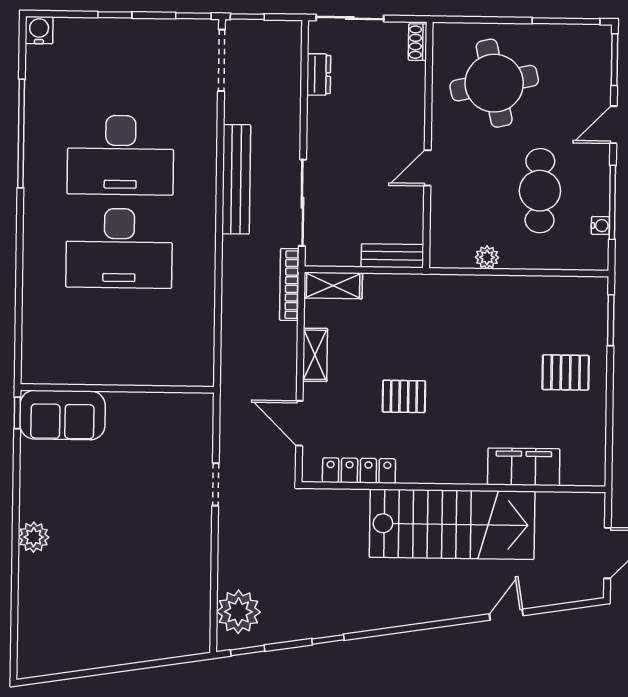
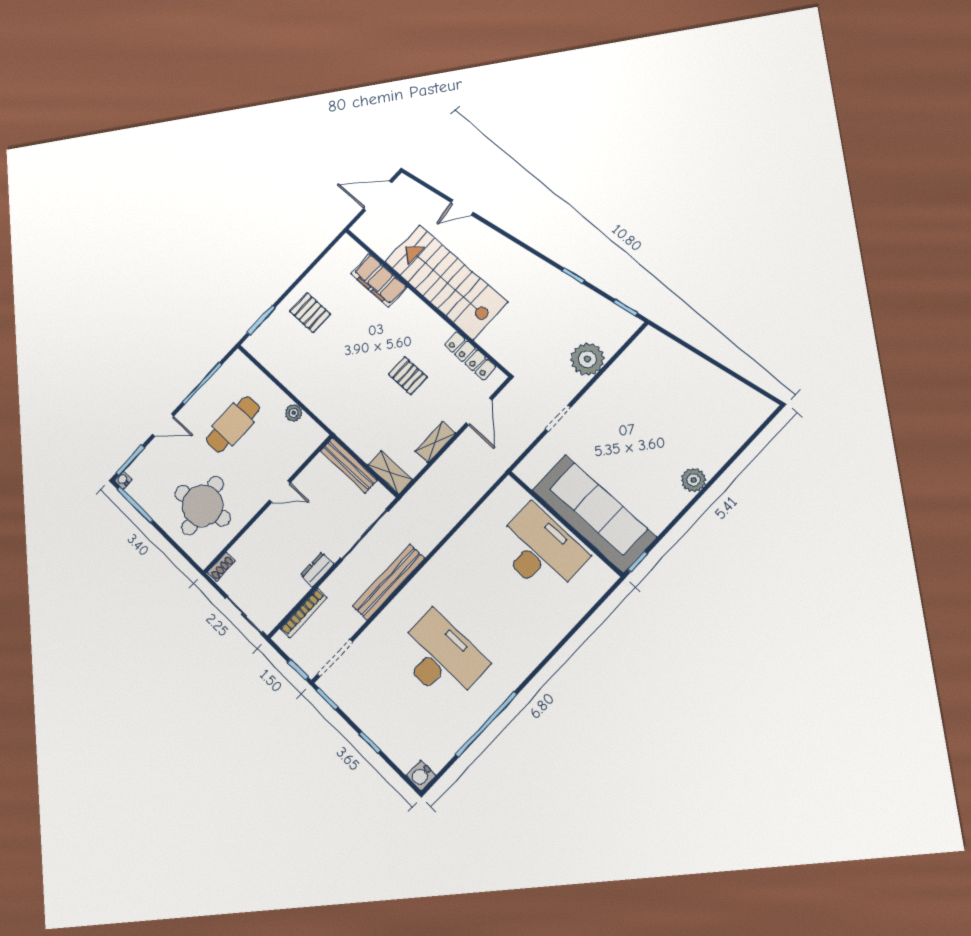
dresser: (319, 74) -> (317, 569), moved
water cooler: (600, 226) -> (123, 480), moved
desk: (119, 248) -> (540, 550), moved
bench: (392, 256) -> (349, 465), width x1.36
bookcase: (289, 285) -> (303, 613), moved
sofa: (62, 415) -> (594, 513), width x1.85, depth x1.27
plant: (238, 612) -> (587, 359), moved

